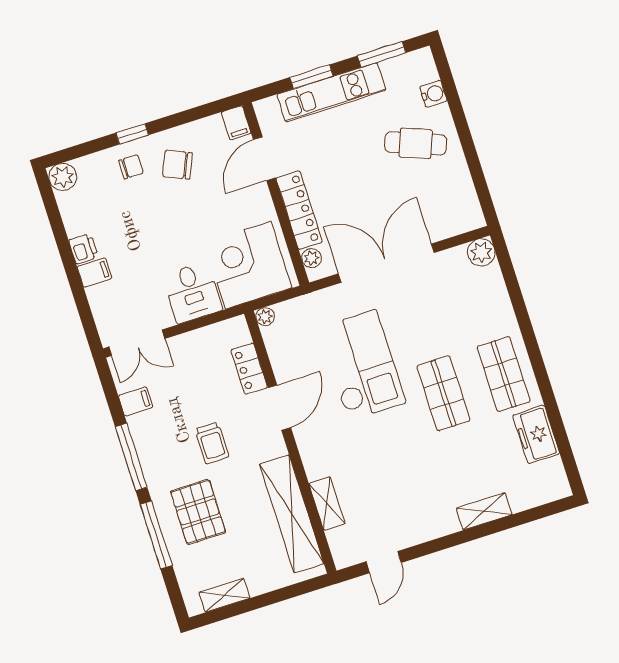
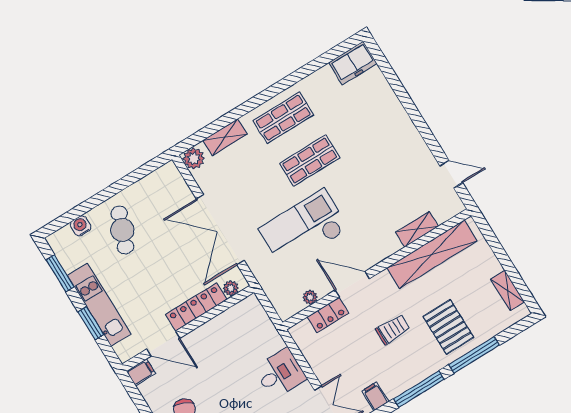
corner desk: (248, 265) -> (249, 336), removed
plant: (265, 317) -> (310, 297), moved
freezer: (536, 434) -> (353, 63), moved
shelving: (484, 511) -> (225, 137), moved, turned 90
pallet: (198, 512) -> (448, 327), turned 90

